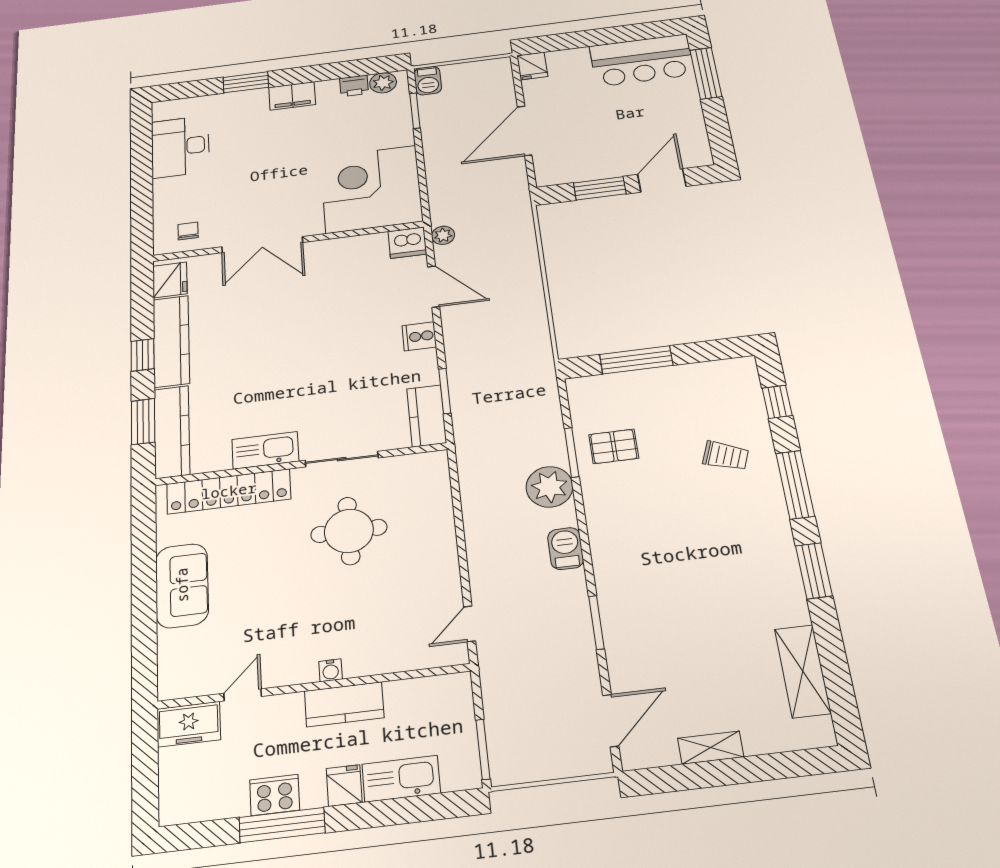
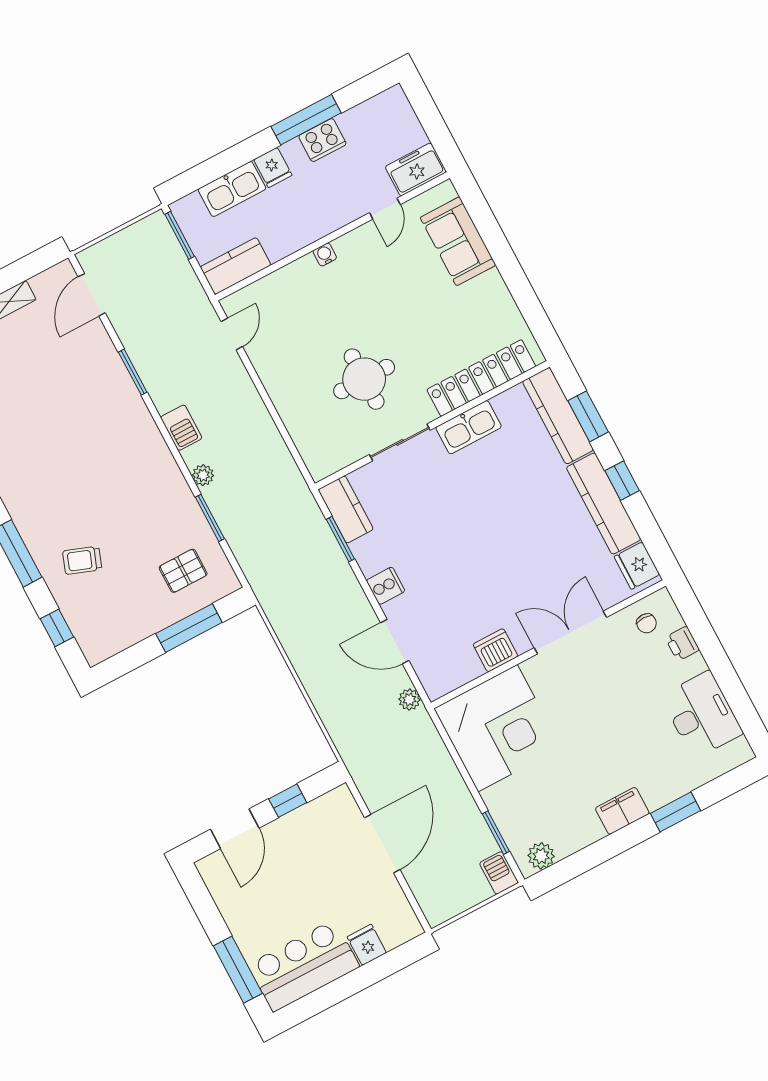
fridge: (532, 66) -> (367, 945), moved
printer: (354, 86) -> (682, 644), moved, turned -90
window: (600, 188) -> (288, 801), width x0.67
dishwasher: (407, 243) -> (495, 650), moved
pallet: (614, 446) -> (183, 571), moved
plant: (549, 487) -> (203, 475), width x0.53, depth x0.53
sofa: (182, 585) -> (458, 241), moved
kitchen counter: (344, 704) -> (236, 266), moved

